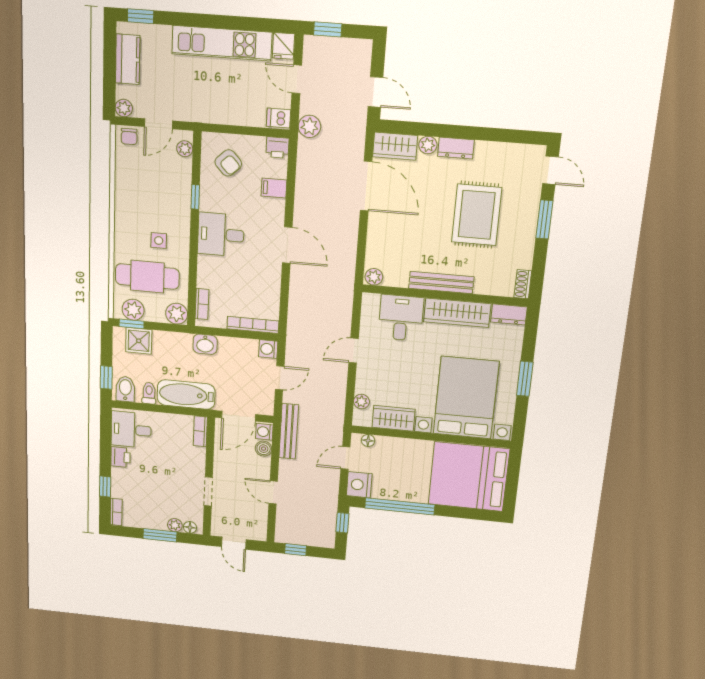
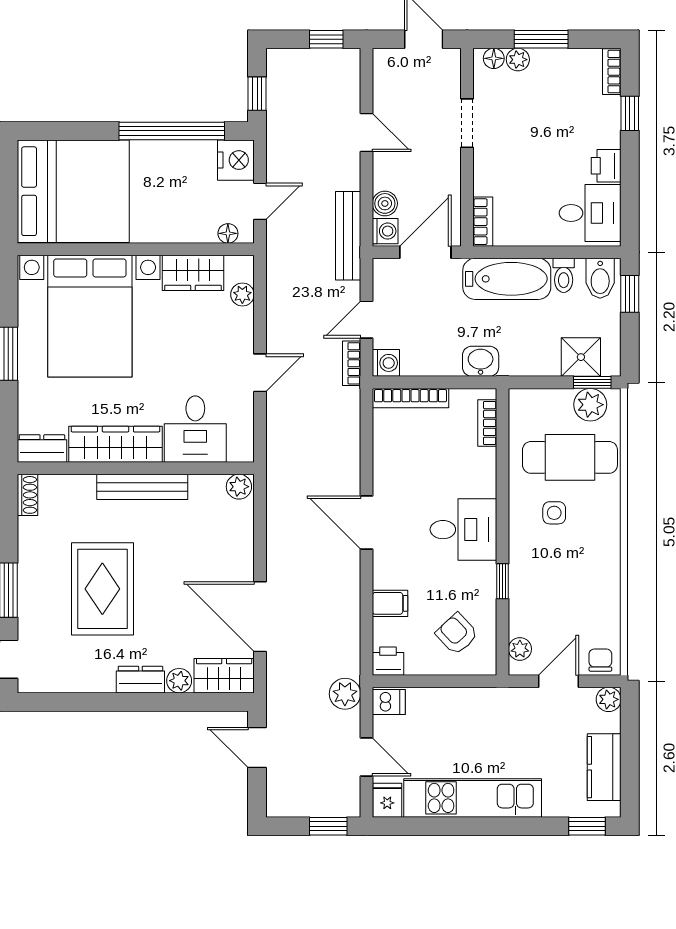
plant: (177, 314) -> (525, 405), removed
bookcase: (291, 351) -> (352, 363), added

